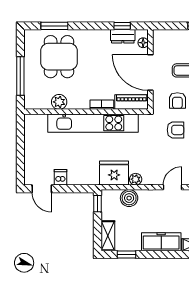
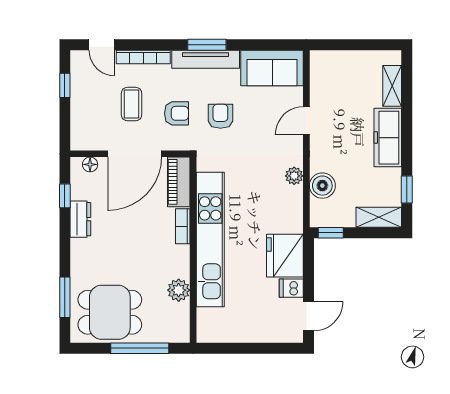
dresser: (123, 36) -> (80, 219), moved
dining table: (59, 57) -> (110, 312), moved
fridge: (114, 173) -> (285, 256), moved
door: (172, 187) -> (306, 121), hinge flipped

